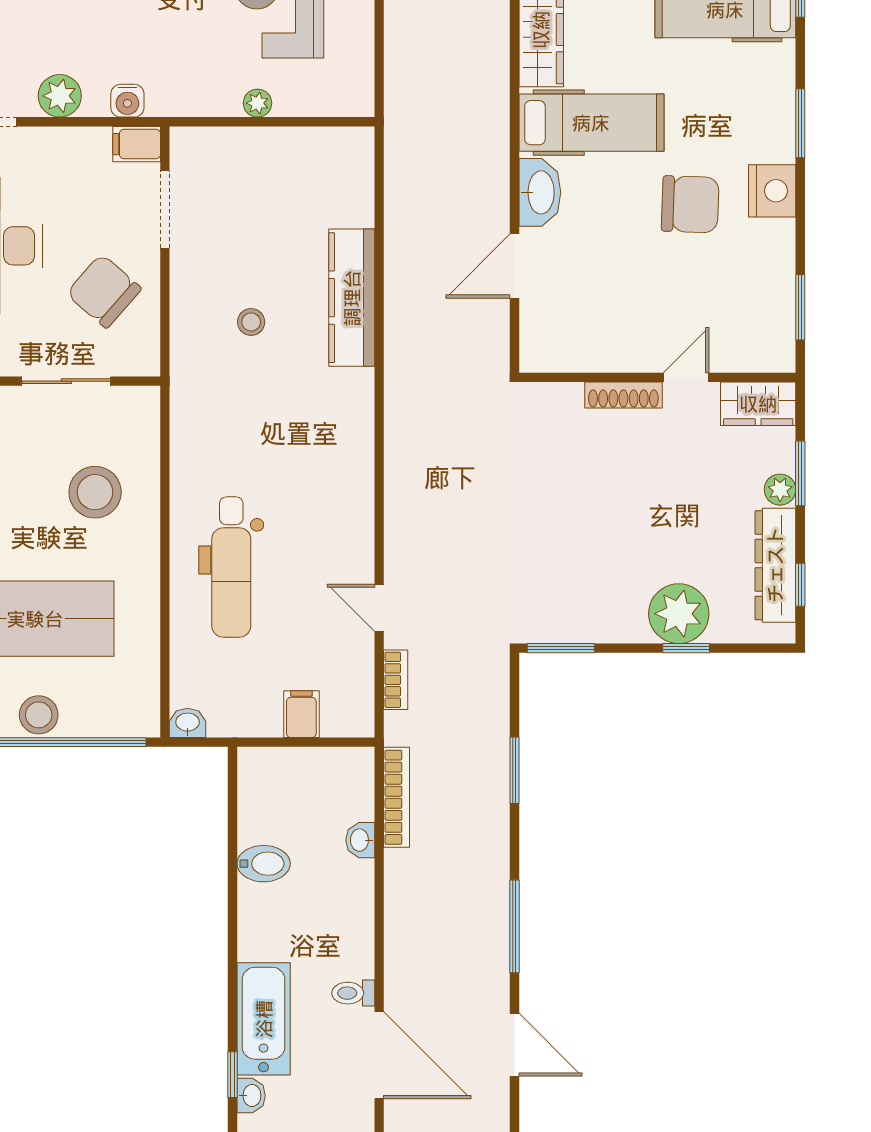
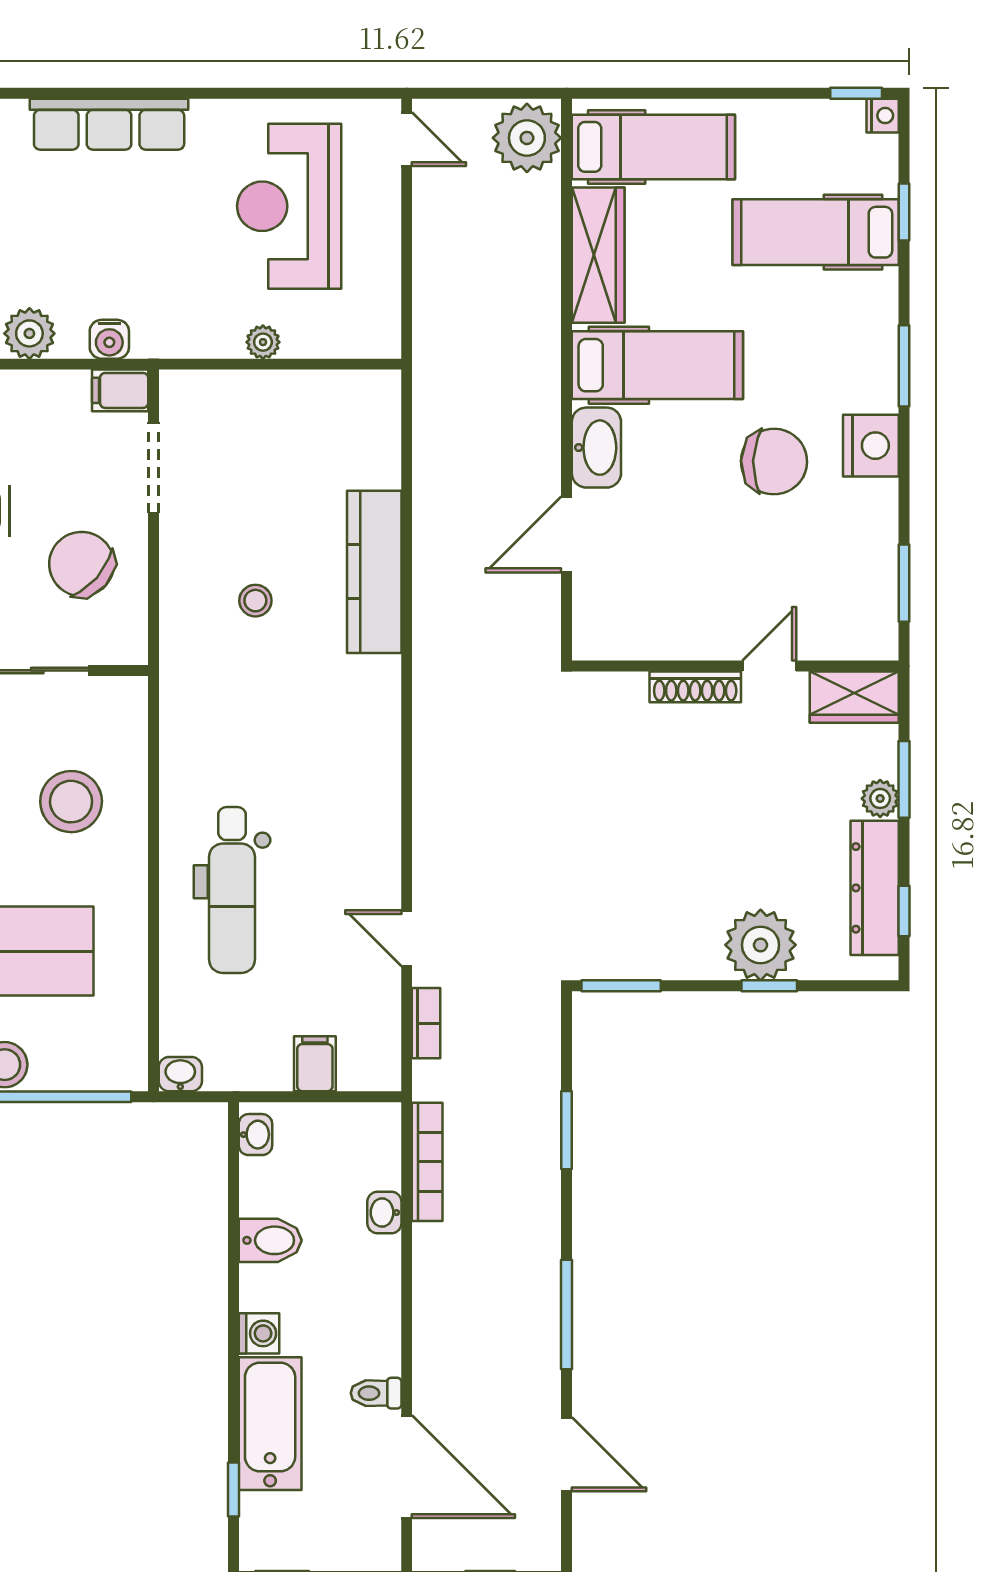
washing machine: (254, 942) -> (259, 1333), added
washbasin: (251, 1096) -> (255, 1135), moved

